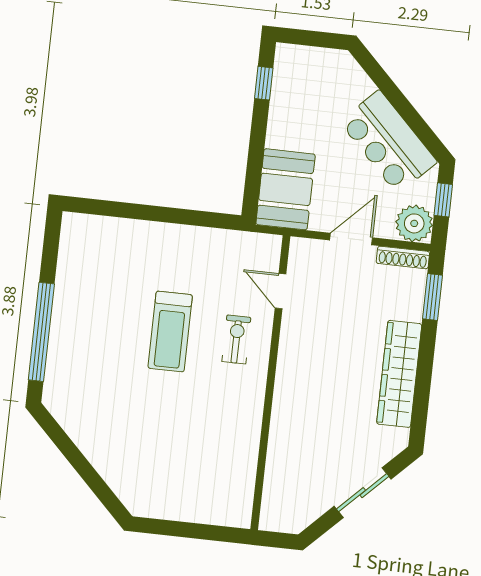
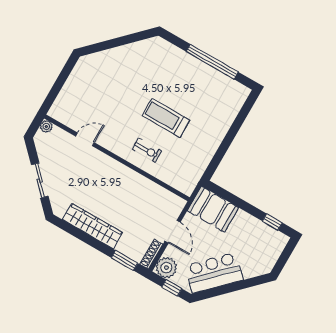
door: (280, 291) -> (85, 139), moved
window: (41, 332) -> (212, 62), moved
plant: (270, 521) -> (46, 126), added

